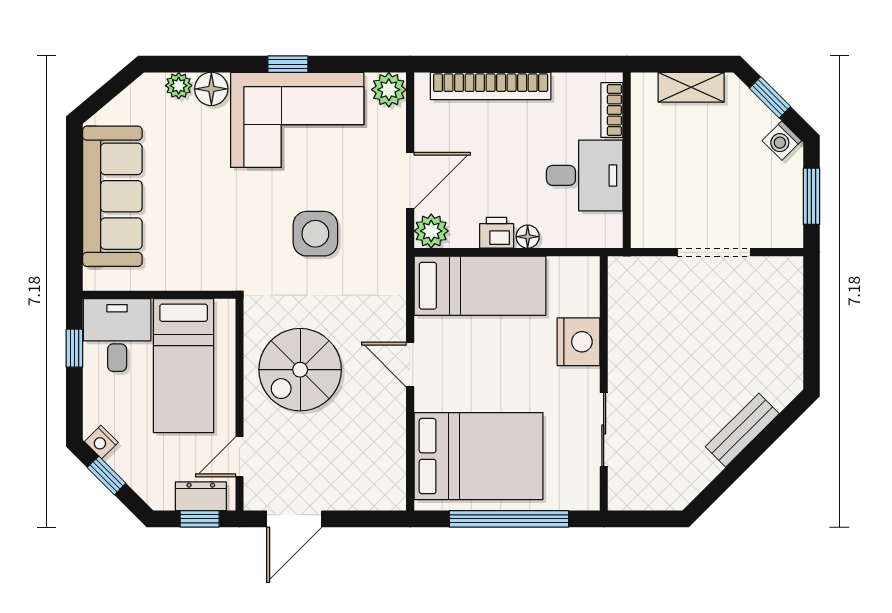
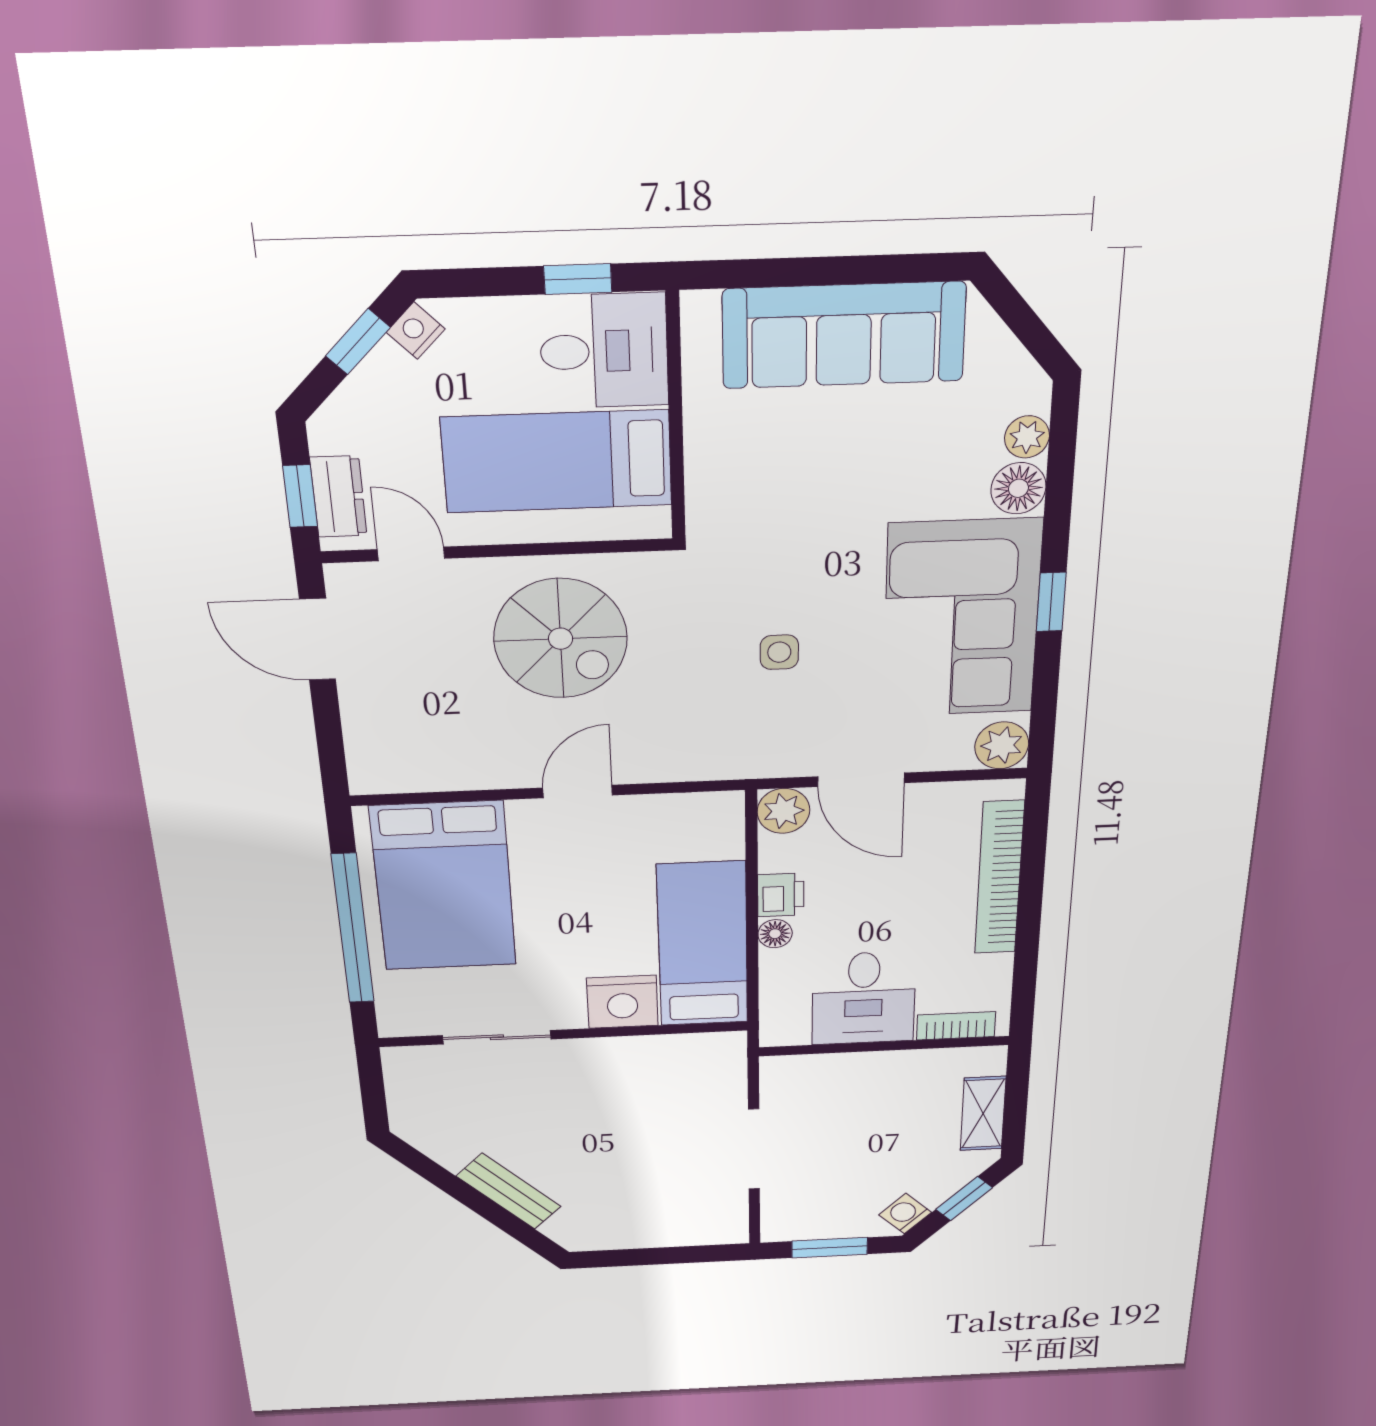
side table: (315, 234) -> (779, 652), width x0.54, depth x0.54
bed: (480, 286) -> (703, 945), moved, turned 180
spiral stairs: (300, 370) -> (561, 639), turned 180

